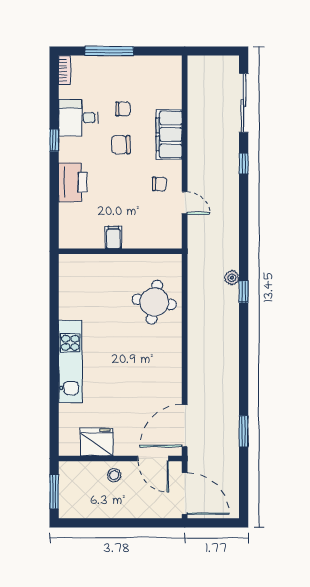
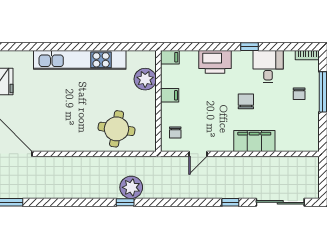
chair: (123, 109) -> (299, 94), moved
chair: (159, 184) -> (175, 132), moved
filing cabinet: (67, 237) -> (170, 57), added
plant: (94, 267) -> (145, 79), added
plant: (232, 278) -> (131, 187), width x1.88, depth x1.88
kitchen unit: (70, 362) -> (80, 60), width x1.36

